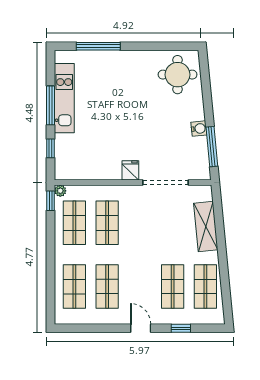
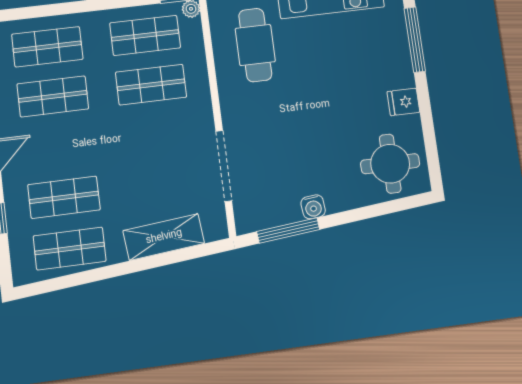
cafe table: (89, 152) -> (255, 45), added
fridge: (130, 170) -> (403, 102), moved, turned 180

